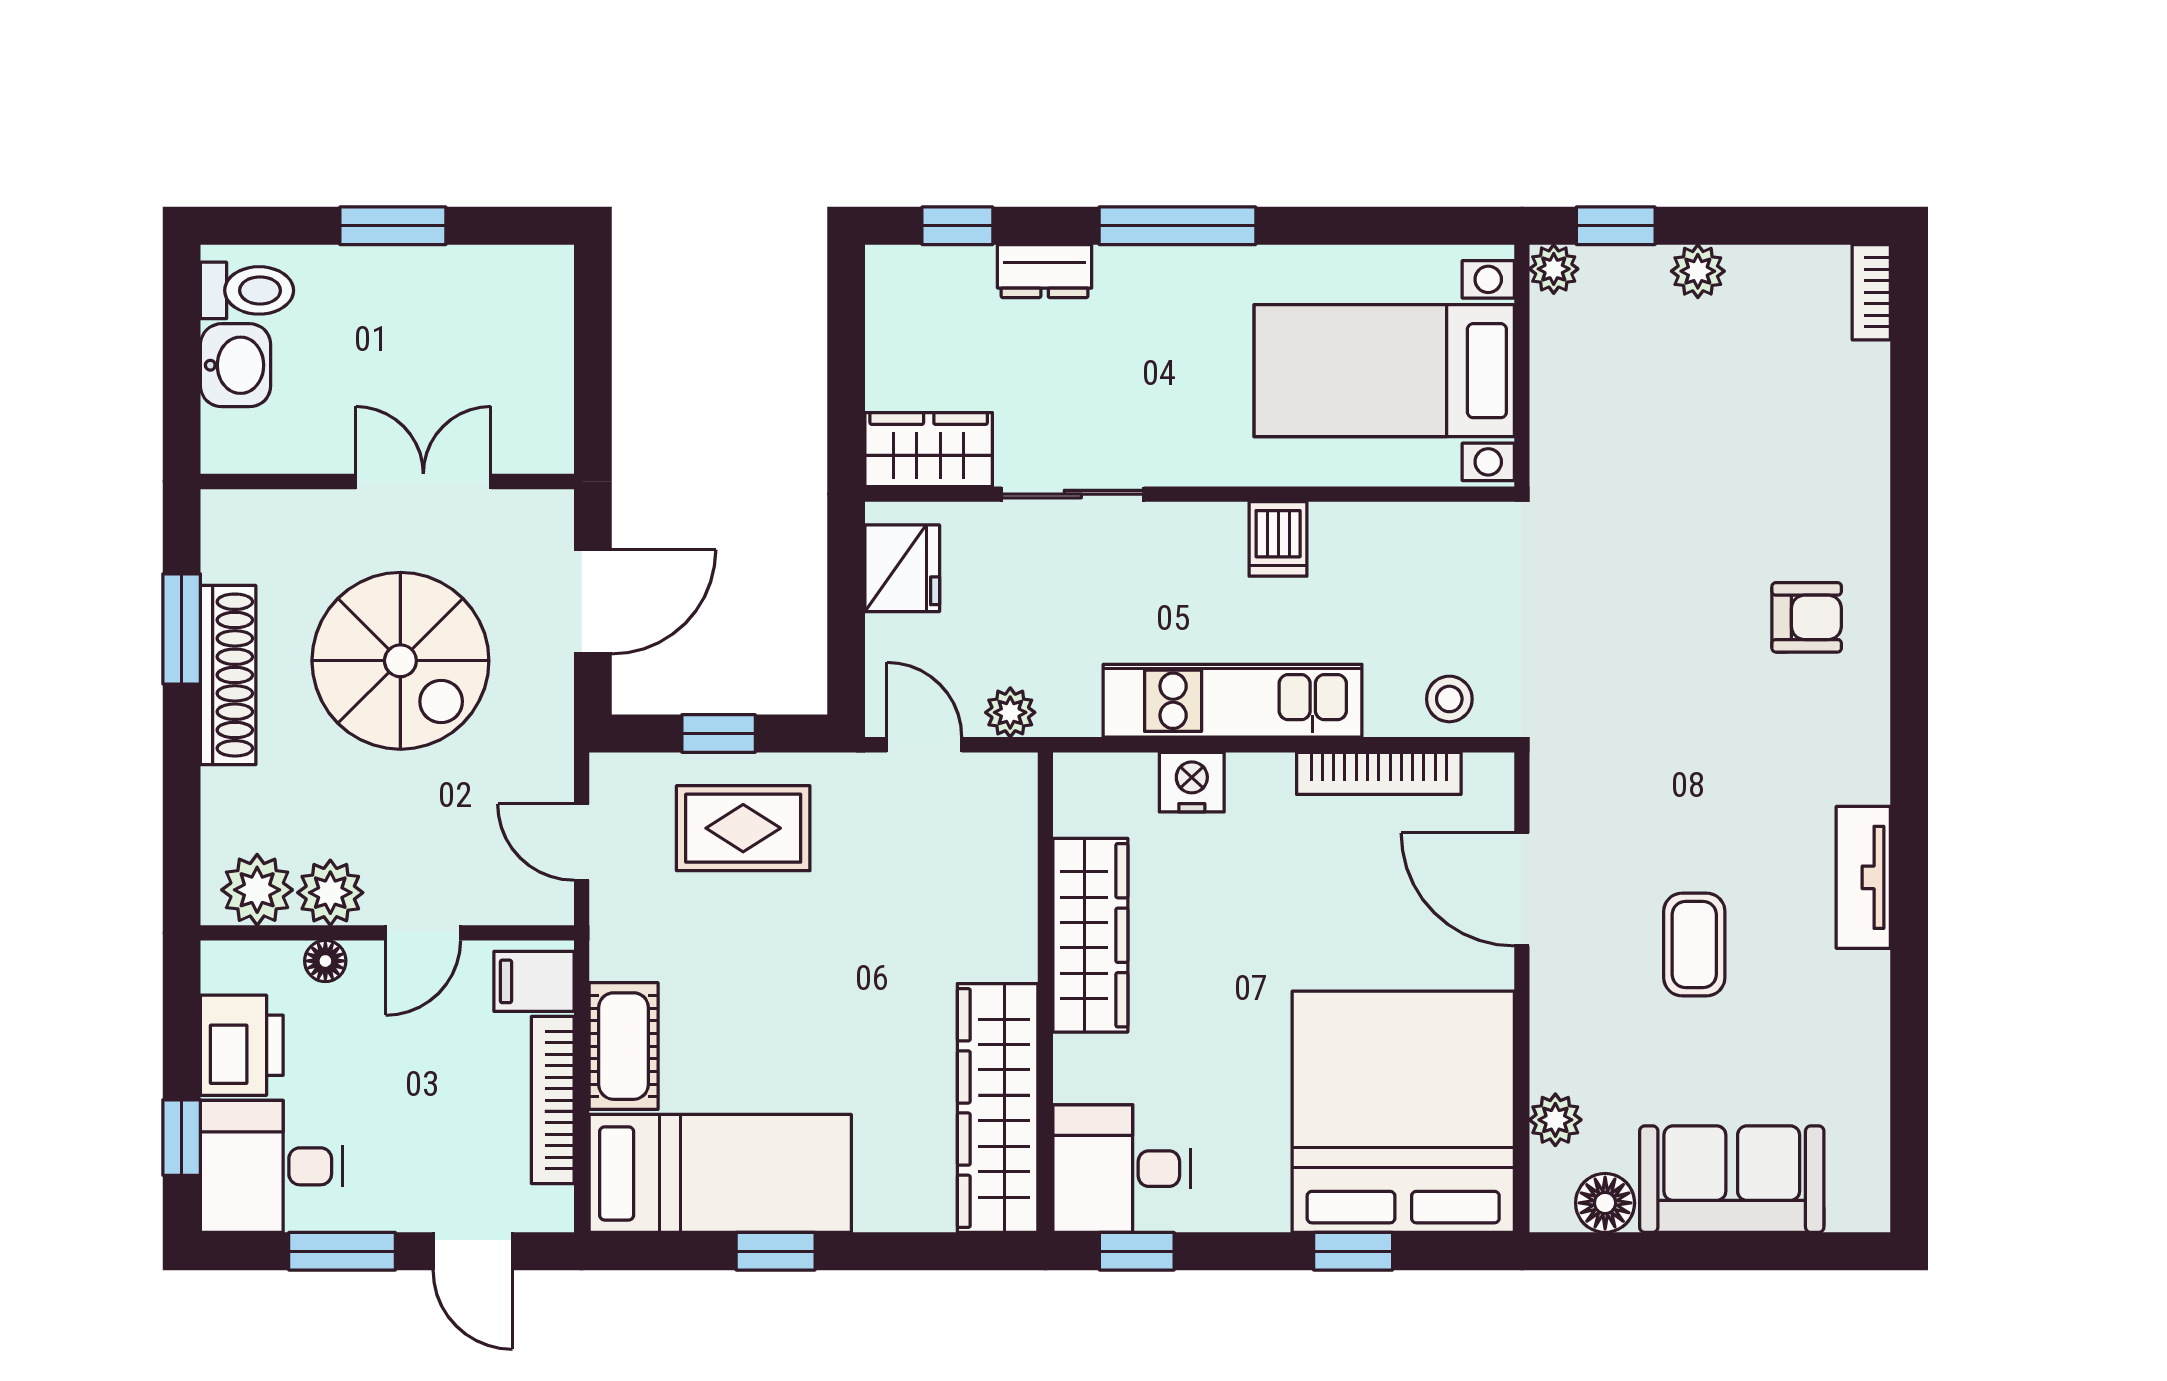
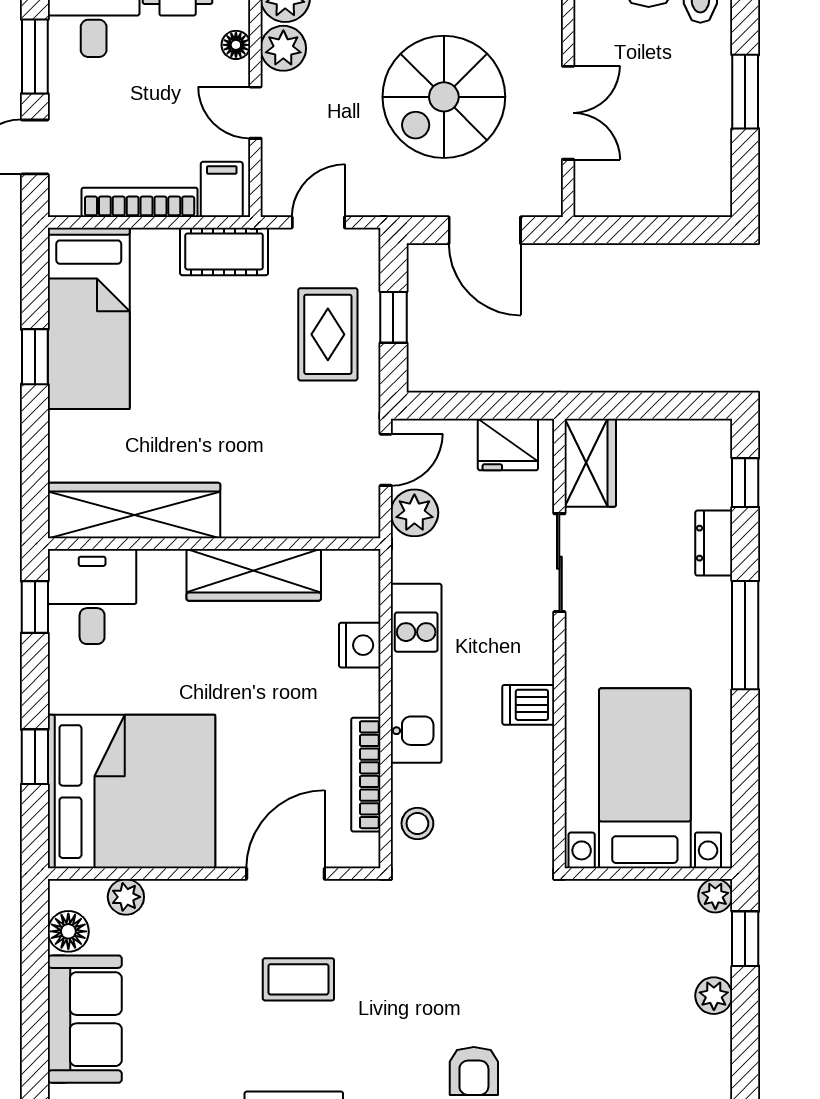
plant: (1010, 712) -> (414, 513), width x1.38, depth x1.38
coffee table: (1694, 944) -> (298, 979), moved
cot: (624, 1046) -> (224, 251), moved

